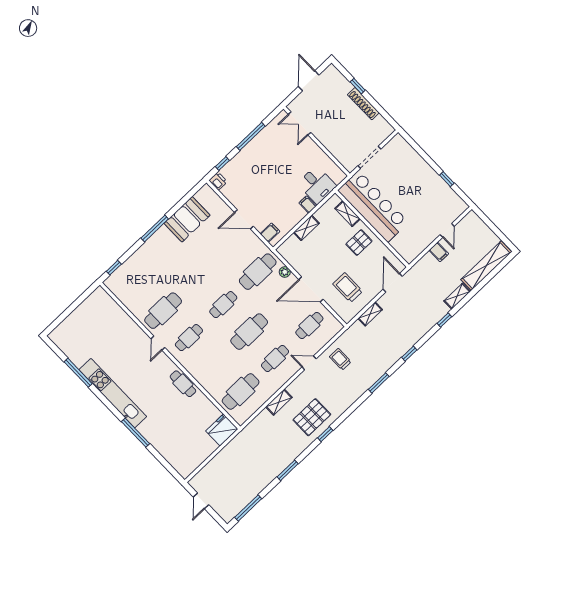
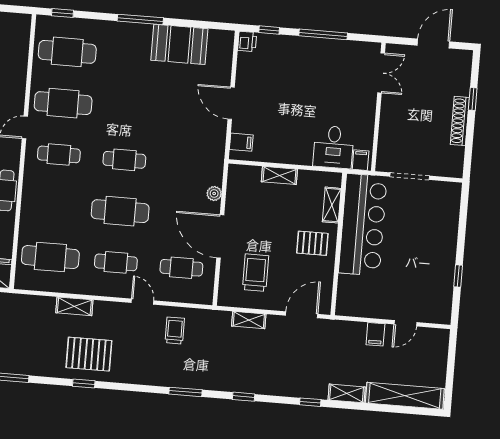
double door: (299, 123) -> (381, 73), swing flipped
filing cabinet: (308, 205) -> (361, 160), moved
cafe table: (258, 272) -> (67, 52), moved

